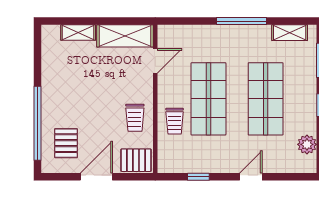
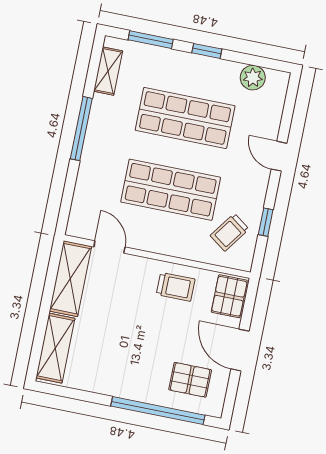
shelving: (78, 32) -> (55, 348), width x1.50, depth x1.33
trolley: (175, 121) -> (230, 232), moved, turned 126

